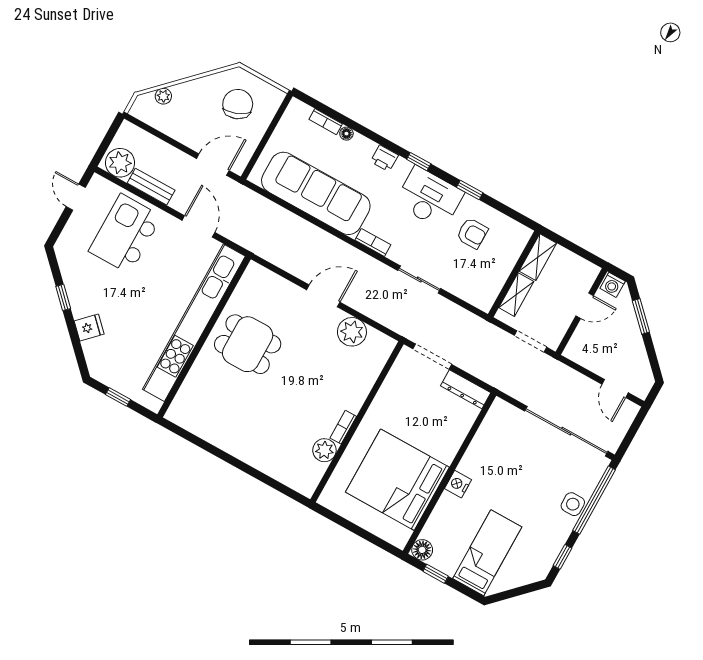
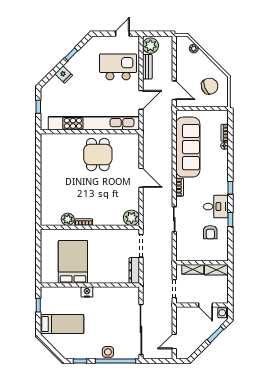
printer: (384, 158) -> (223, 170), removed
desk: (429, 198) -> (216, 207), width x0.73
plant: (352, 332) -> (131, 218), moved
bed: (397, 480) -> (73, 262), width x0.73
floor lamp: (422, 550) -> (46, 292), removed

